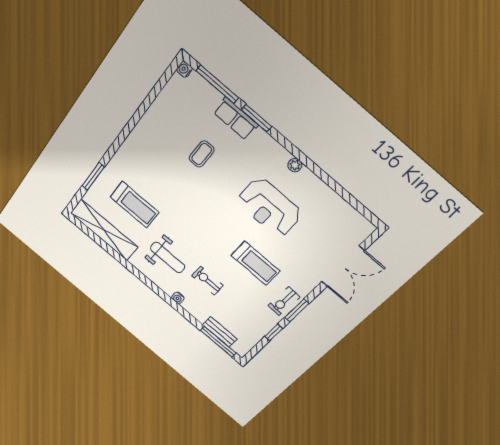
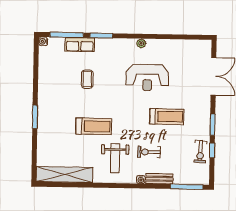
row of seats: (236, 119) -> (80, 45), moved
window: (93, 176) -> (35, 117), moved
treadmill: (135, 205) -> (94, 126), moved
weight bench: (168, 257) -> (115, 158), turned 90
exercise bike: (284, 301) -> (200, 152), moved
bench: (220, 332) -> (159, 179), moved

